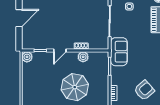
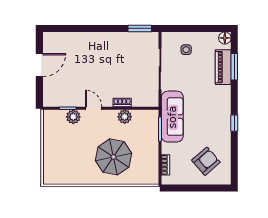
door: (60, 51) -> (94, 108), swing flipped
sofa: (119, 52) -> (172, 117), width x1.36
plant: (27, 57) -> (73, 117), moved

